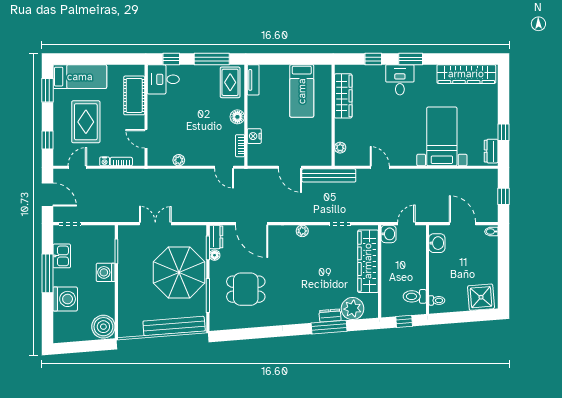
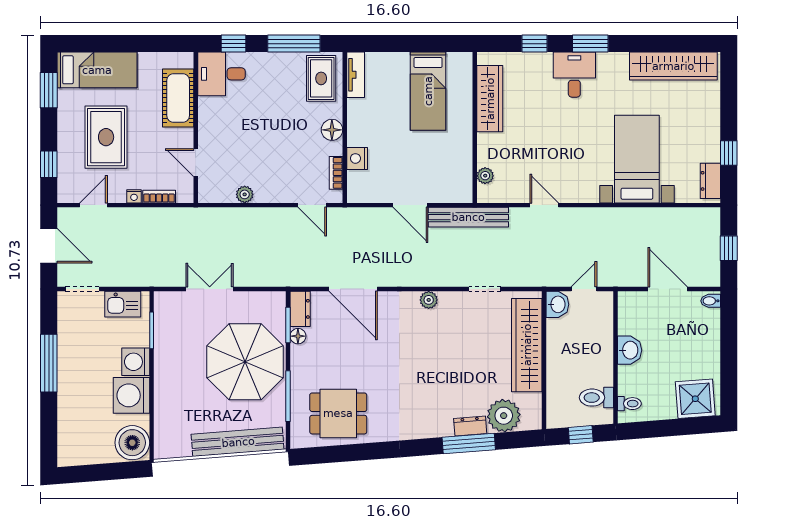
washbasin: (437, 243) -> (630, 350), moved
kitchen sink: (62, 256) -> (123, 304), moved, turned 90
dining table: (246, 289) -> (338, 413), moved
washing machine: (65, 299) -> (131, 395), moved, turned 180

